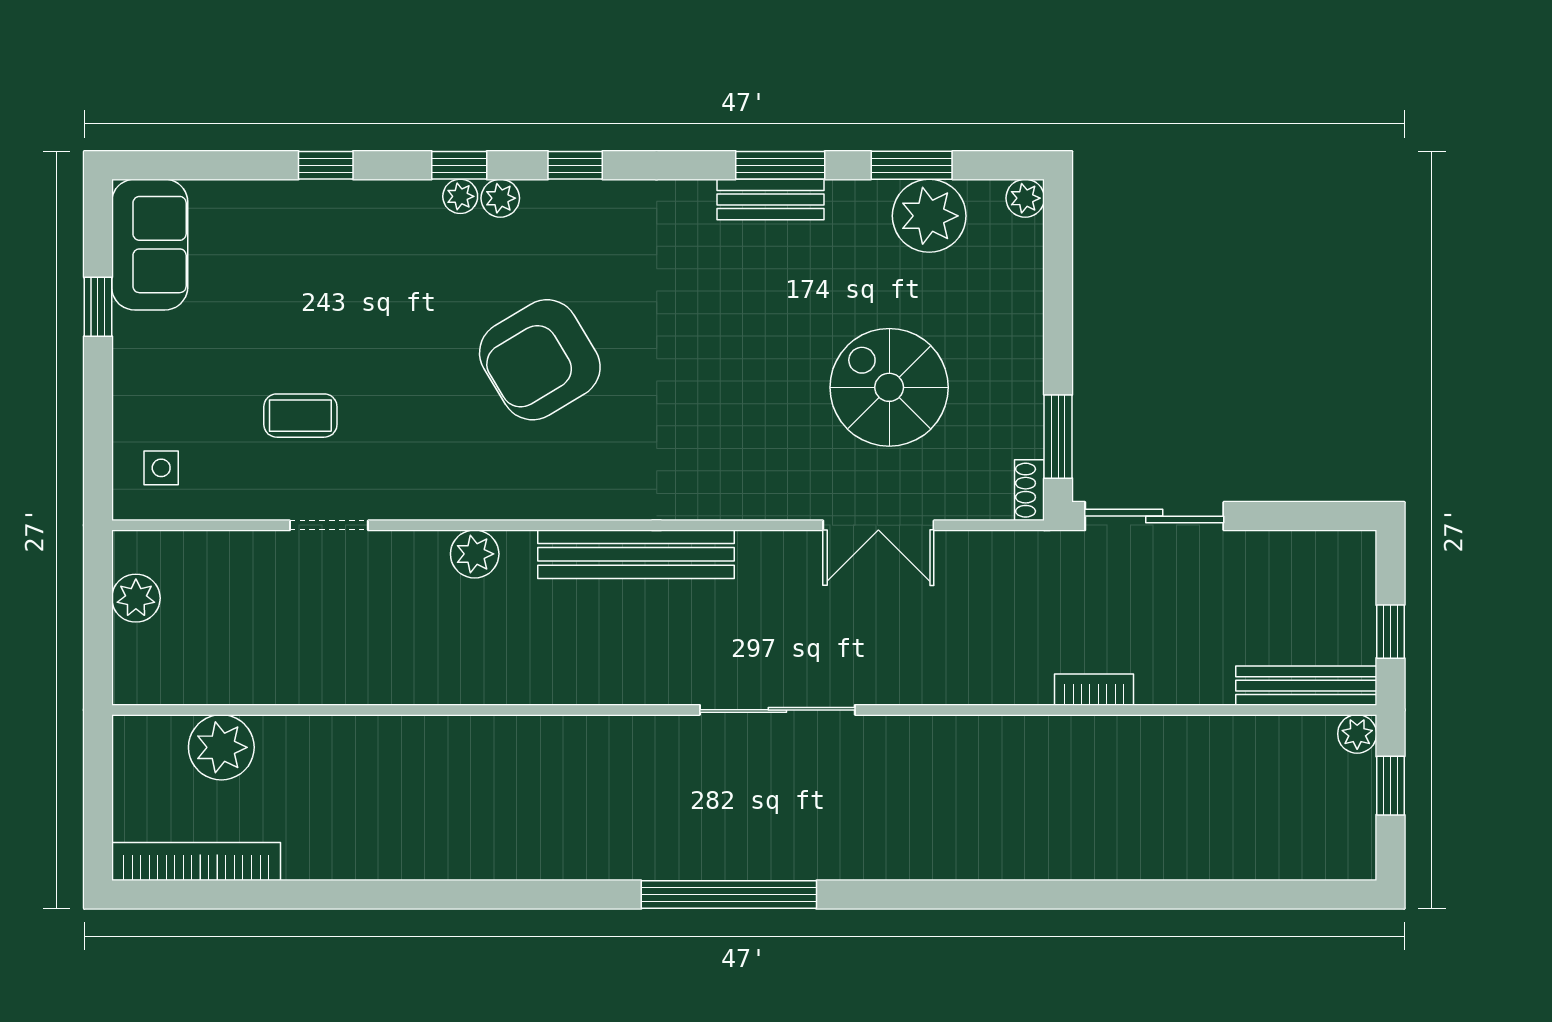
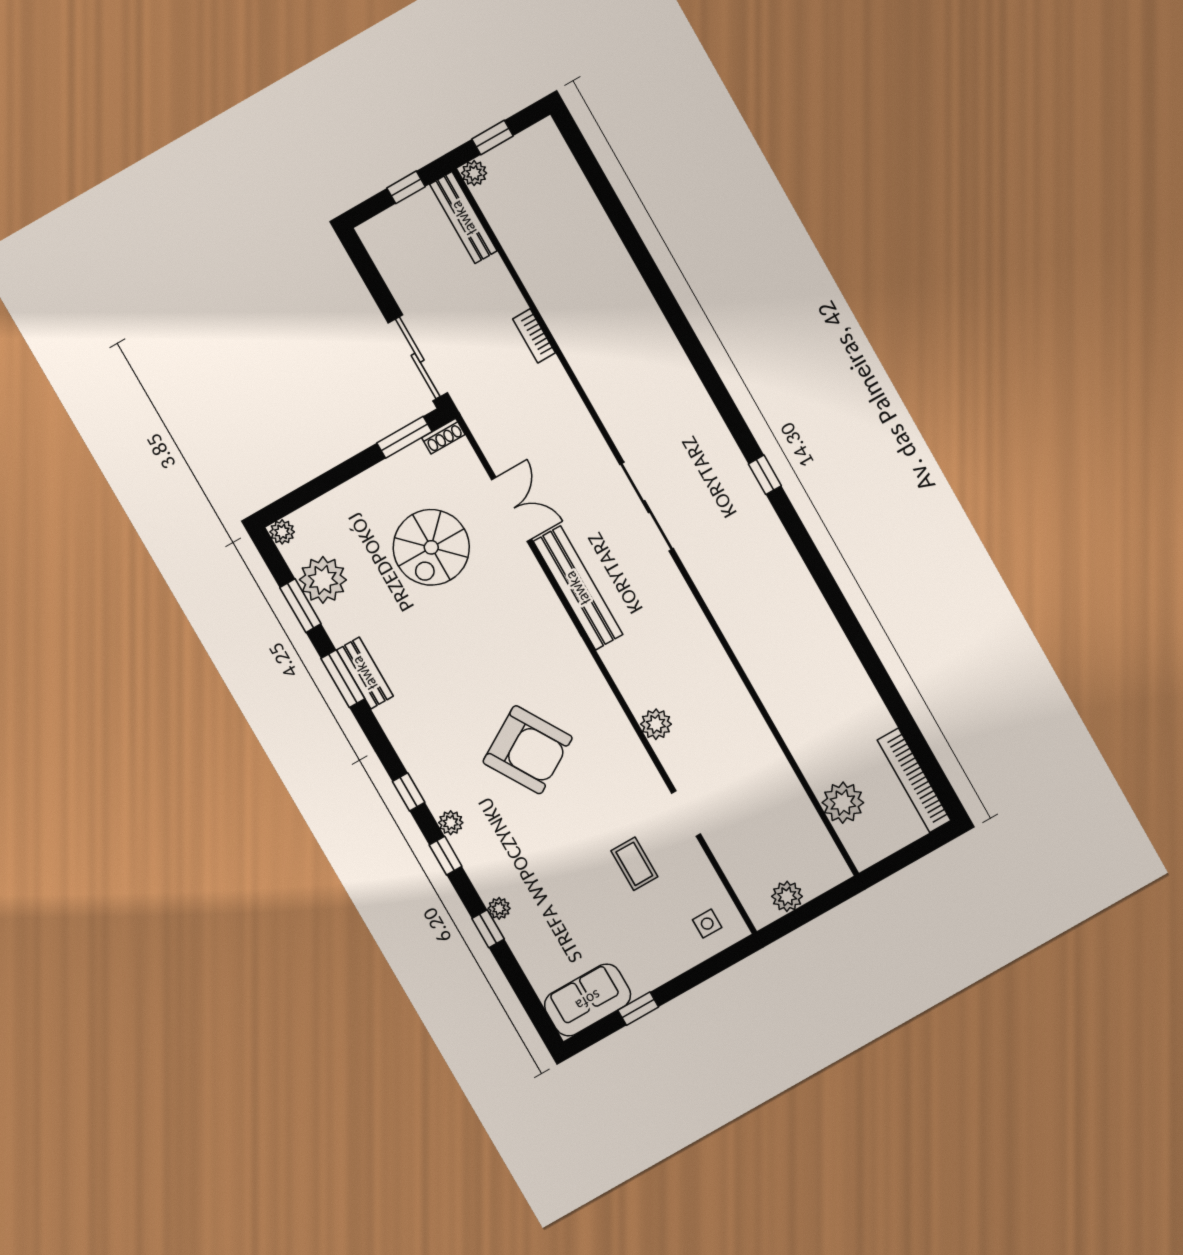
plant: (460, 196) -> (499, 908), moved
bench: (636, 554) -> (578, 588), moved
window: (729, 895) -> (765, 475), width x0.32

